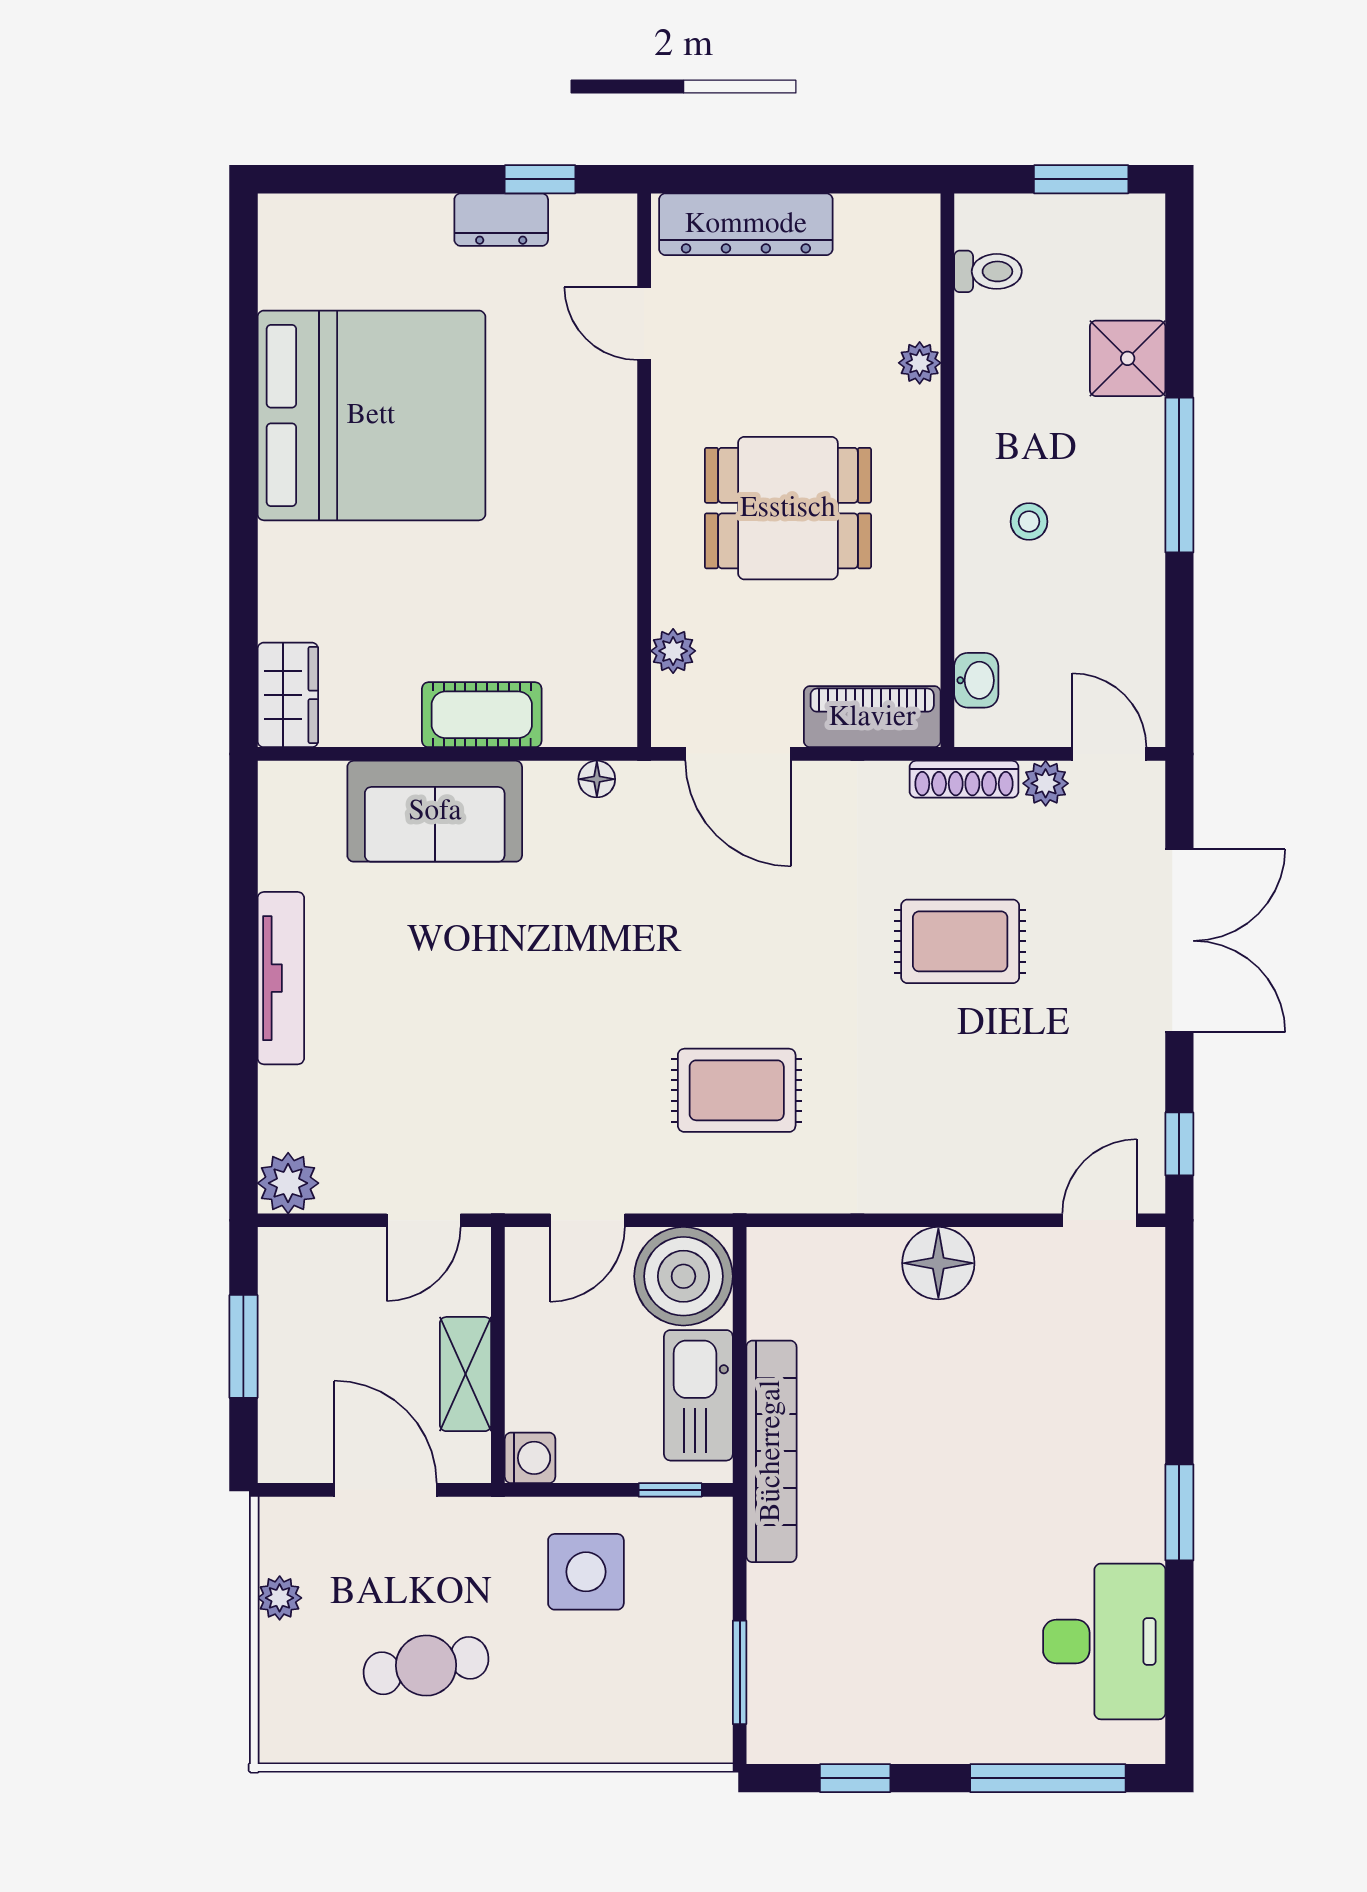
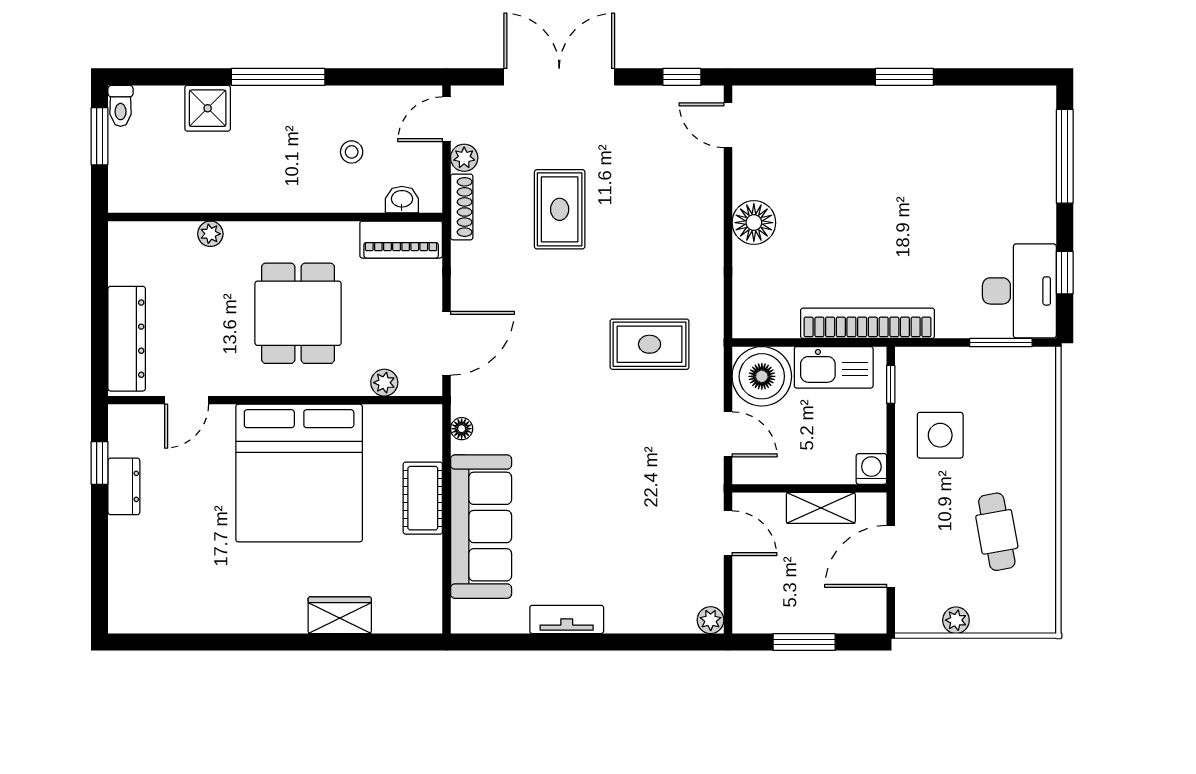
toilet: (988, 271) -> (121, 106), moved, turned 180
bed: (371, 415) -> (299, 473), moved, turned 180
stool: (1029, 522) -> (352, 152), moved
wardrobe: (288, 695) -> (340, 615), moved
piano: (872, 717) -> (401, 240), moved, turned -90
sofa: (435, 811) -> (481, 527), width x1.36
tv unit: (281, 978) -> (567, 619), width x0.71
rug: (737, 1090) -> (650, 344), turned 90
plant: (288, 1183) -> (711, 620), width x0.73, depth x0.73
desk: (1104, 1641) -> (1019, 291), moved, turned 90

